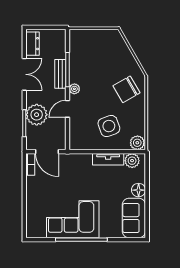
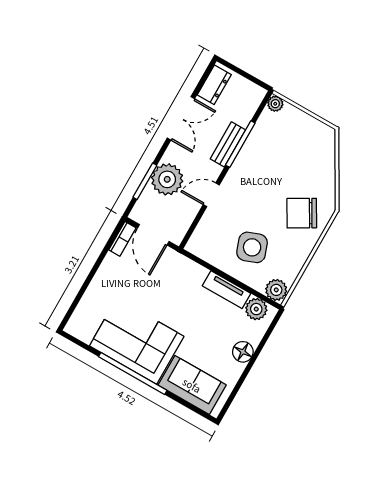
plant: (74, 89) -> (275, 104), moved
sofa: (134, 218) -> (192, 385), moved, turned 90

